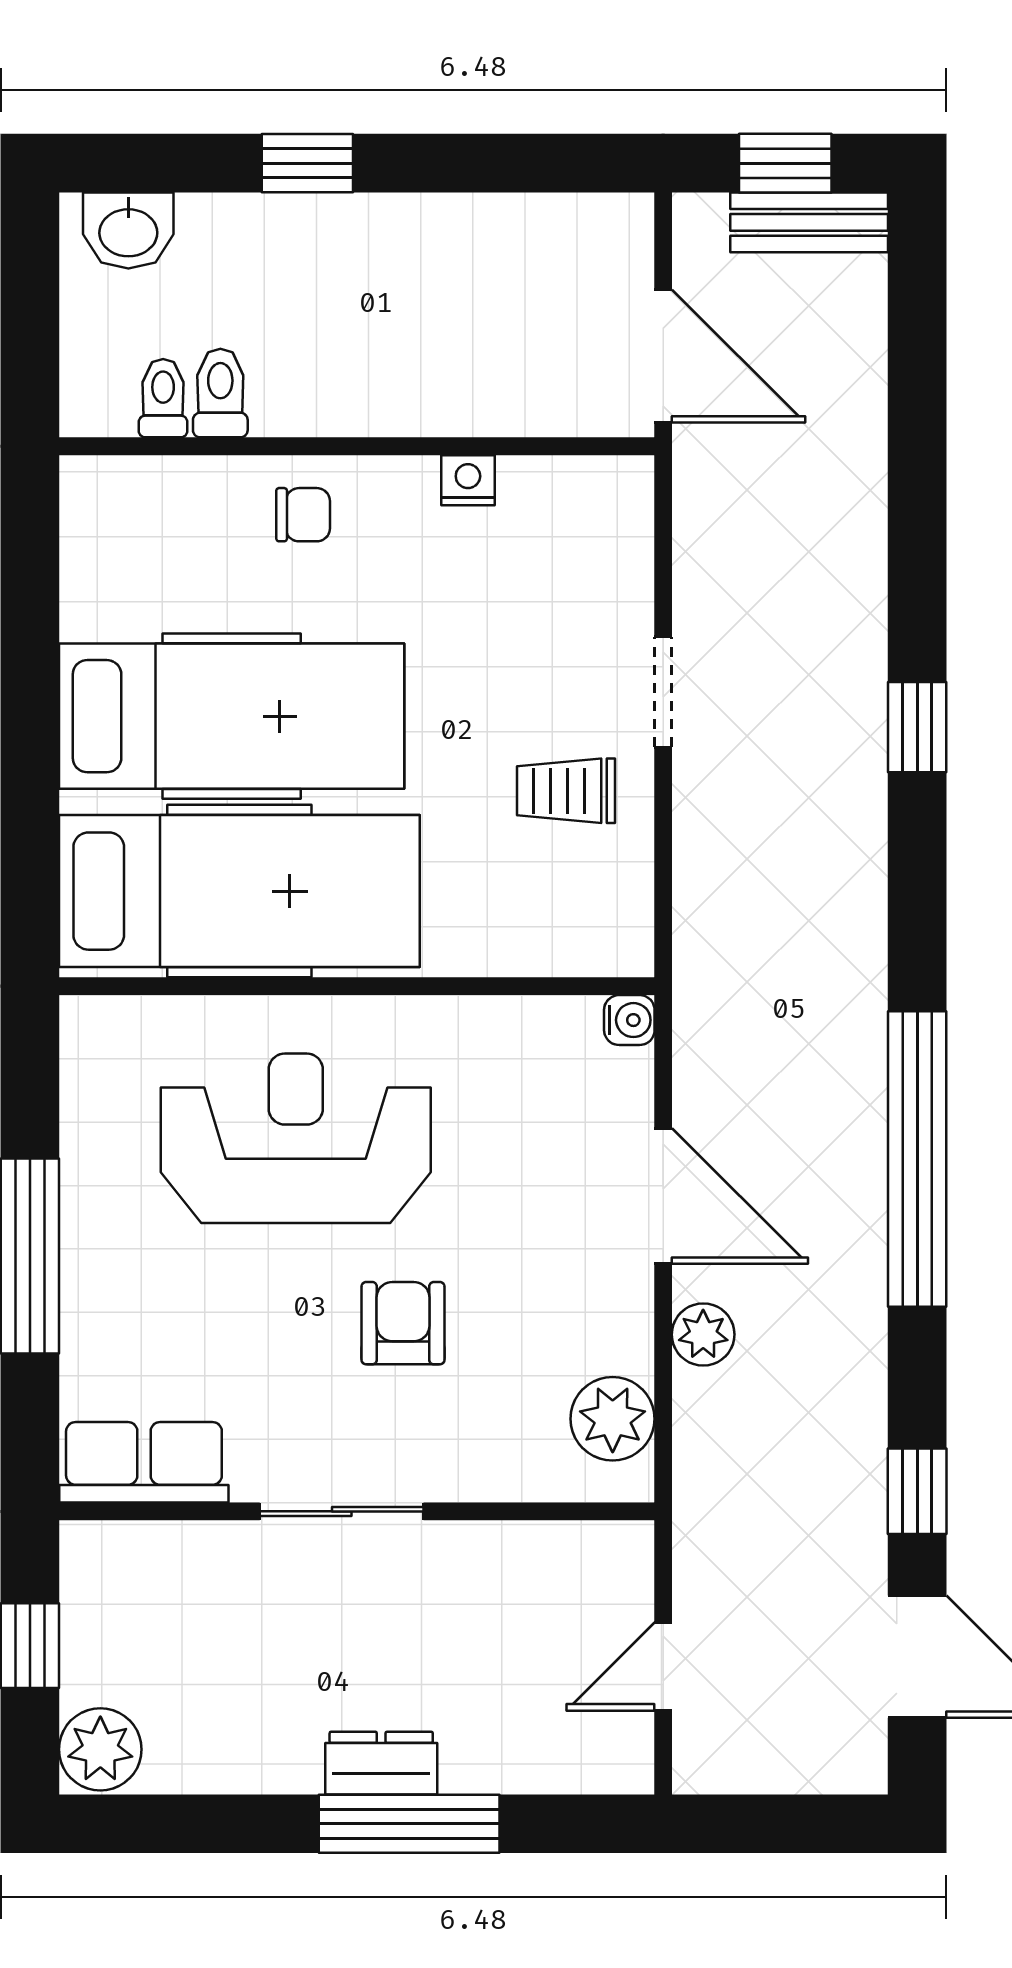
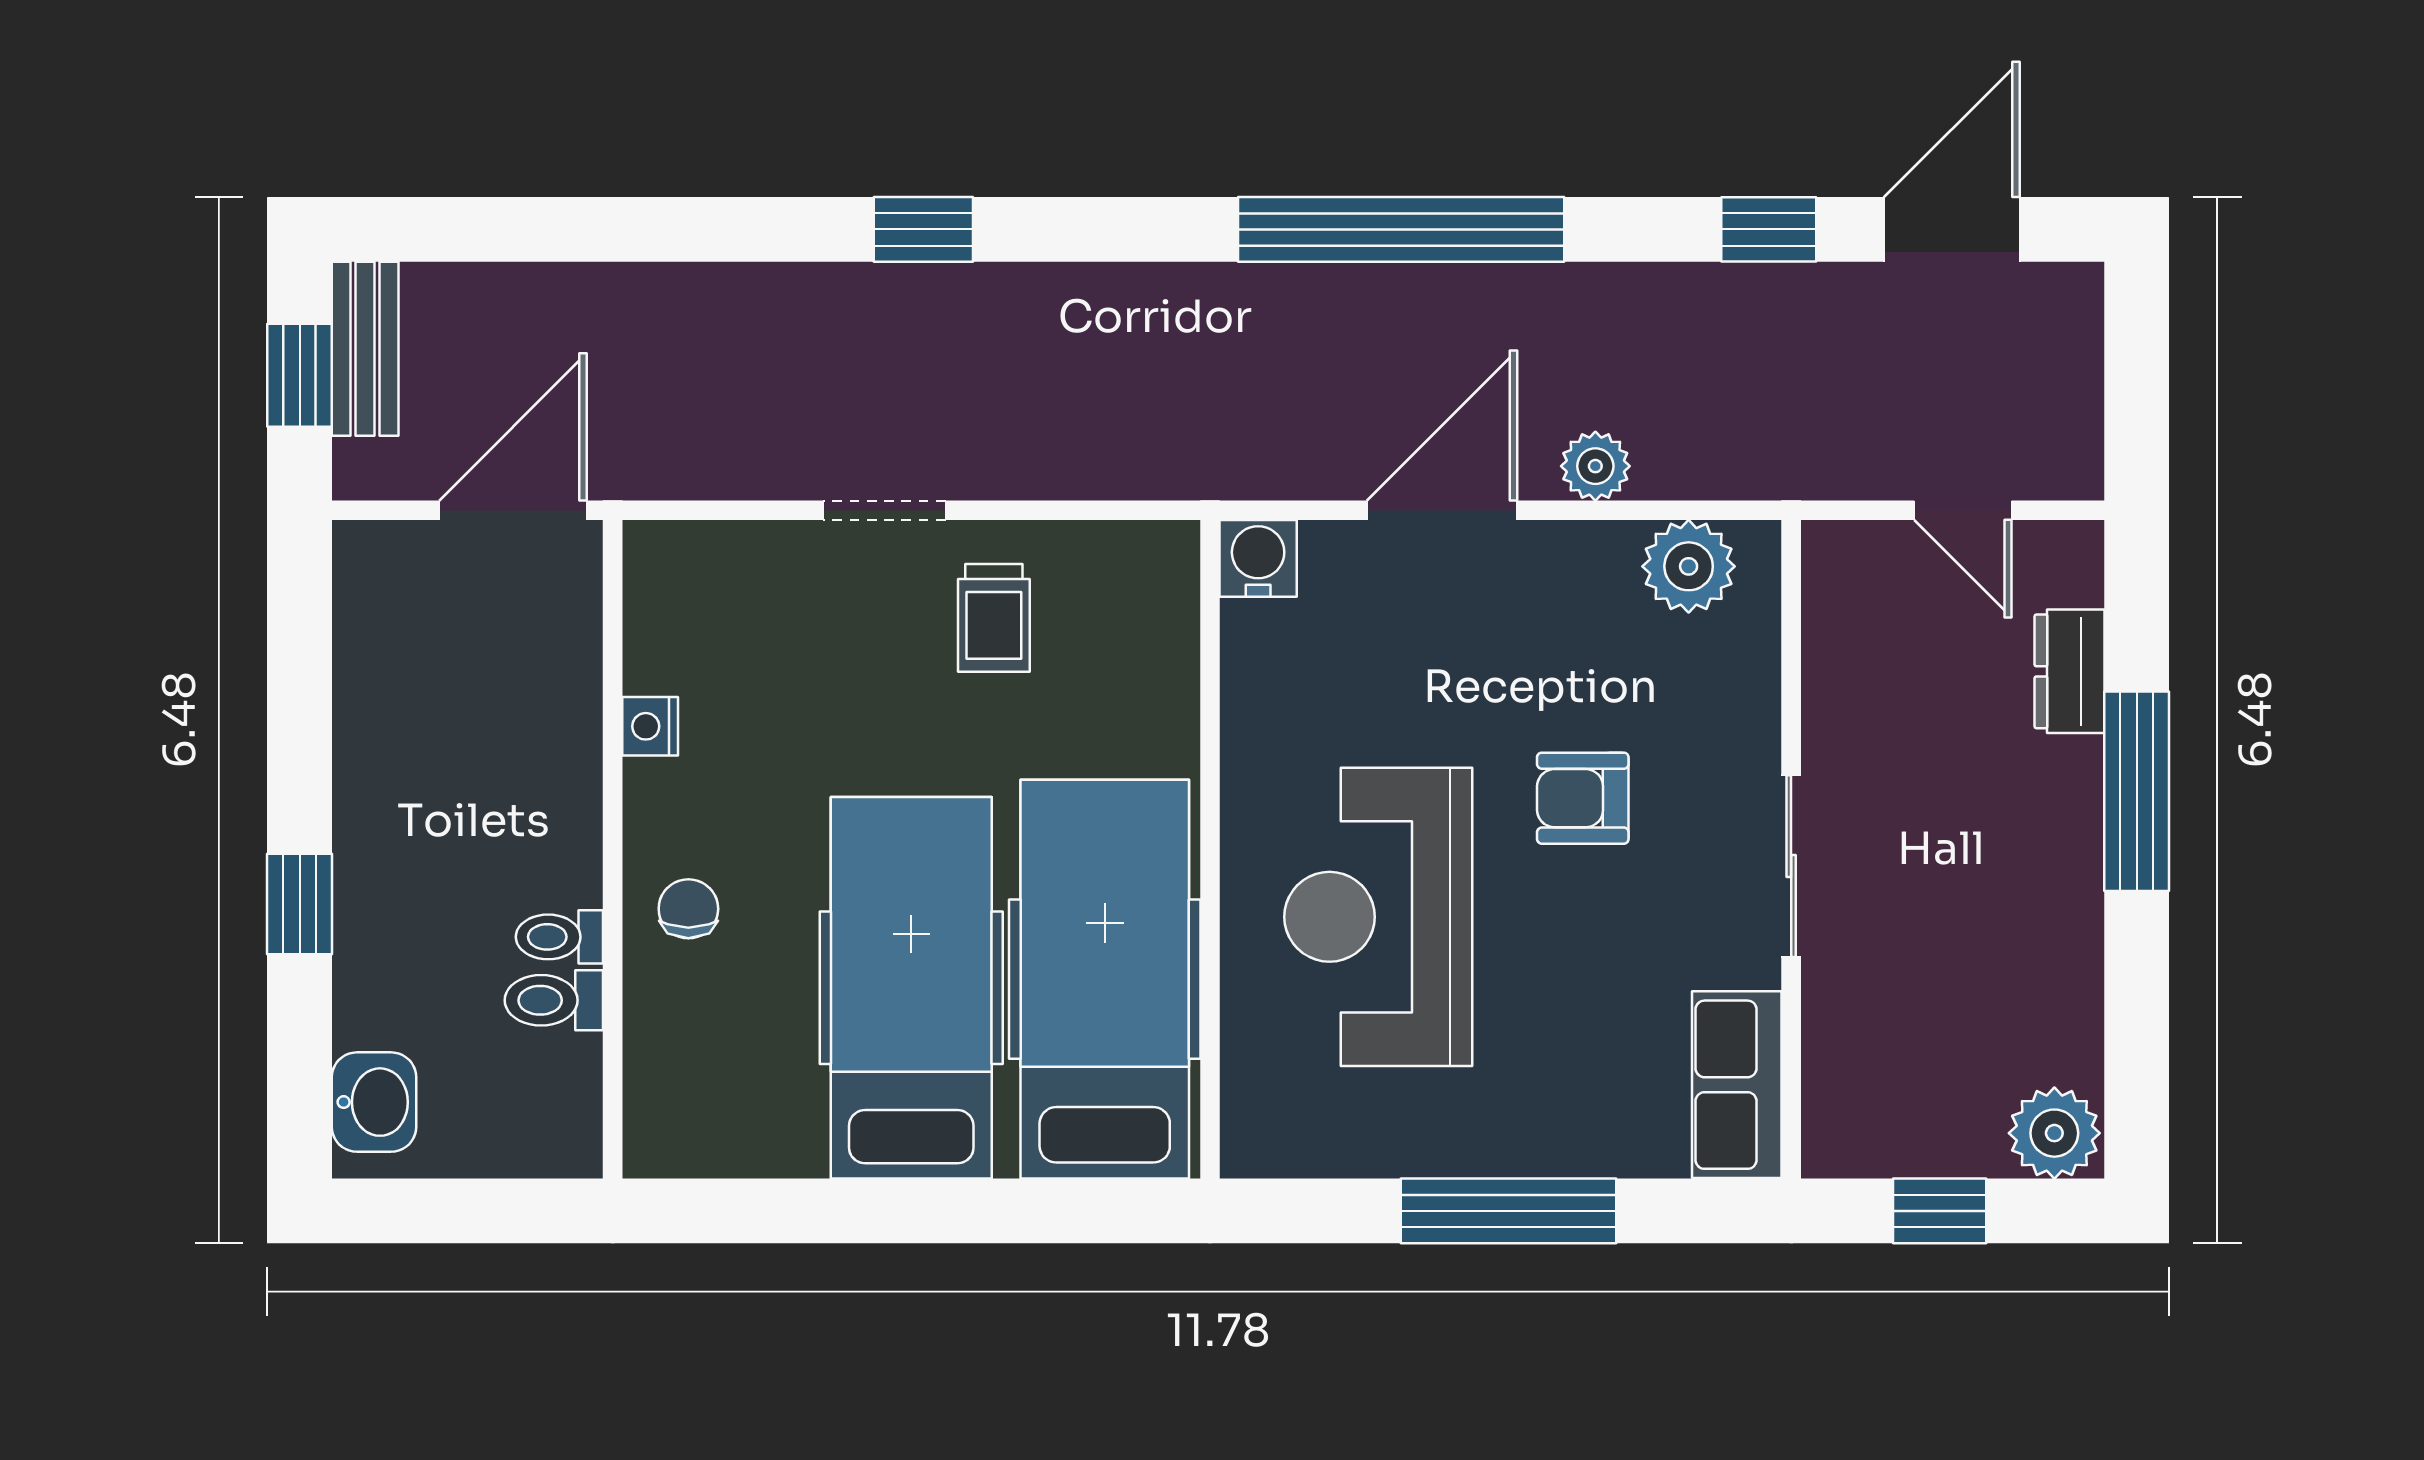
toilet: (163, 398) -> (559, 937), moved
water cooler: (629, 1020) -> (1258, 558), width x1.38, depth x1.38
dresser: (381, 1763) -> (2070, 671), moved

